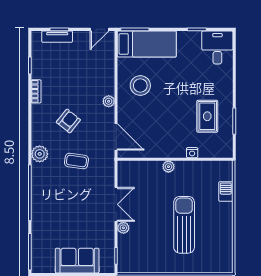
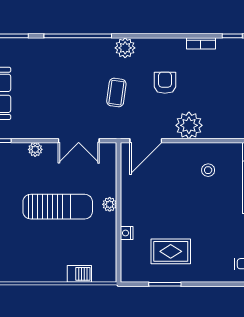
stool: (140, 86) -> (208, 170), width x0.53, depth x0.53
plant: (109, 101) -> (189, 125), width x1.88, depth x1.88
armchair: (68, 121) -> (165, 83), turned -129
double door: (116, 204) -> (79, 141), moved
sun lounger: (184, 225) -> (58, 207), moved

